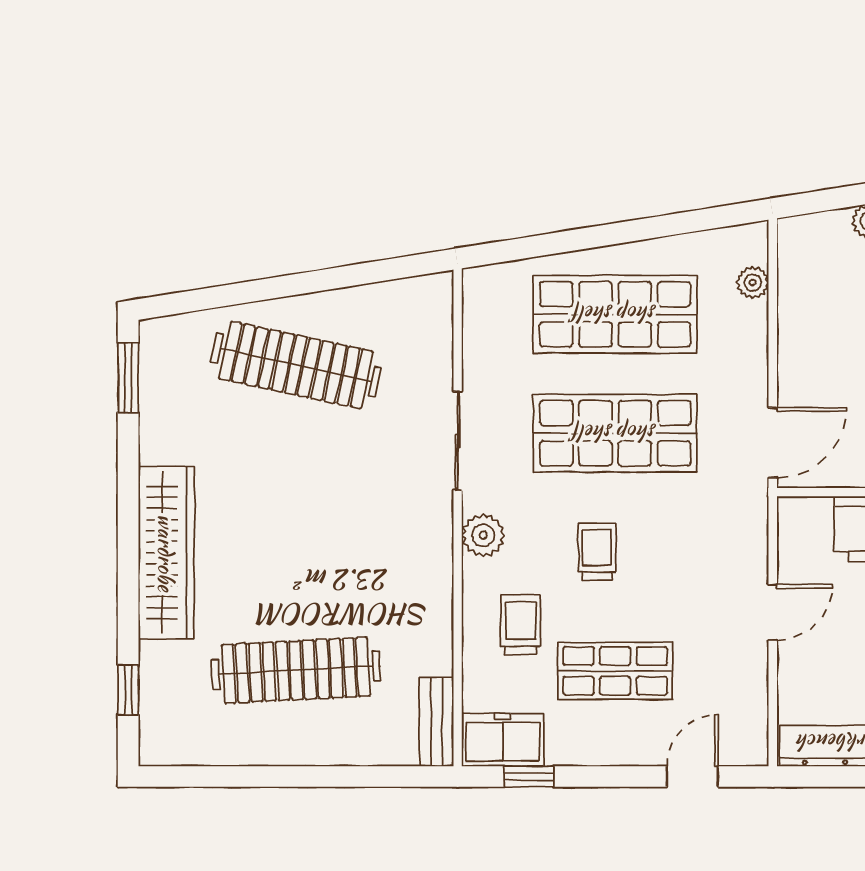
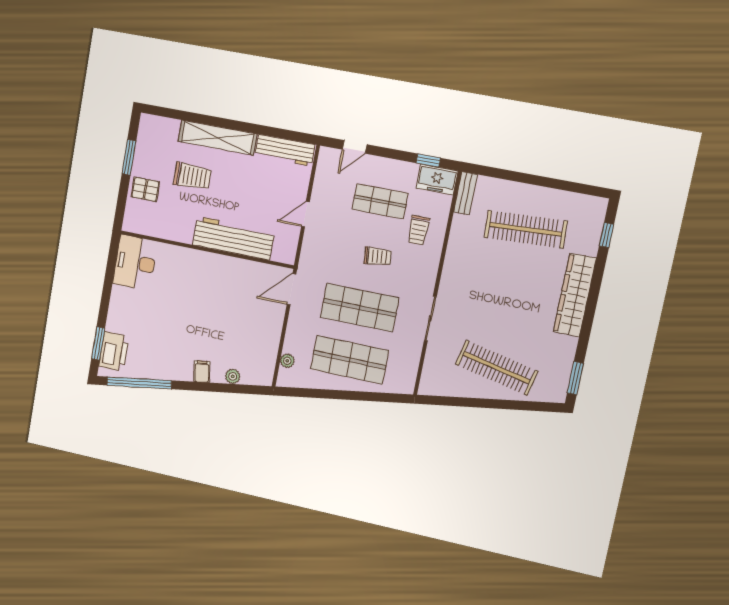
plant: (483, 535) -> (427, 274), removed
trolley: (597, 552) -> (378, 256), turned -95

